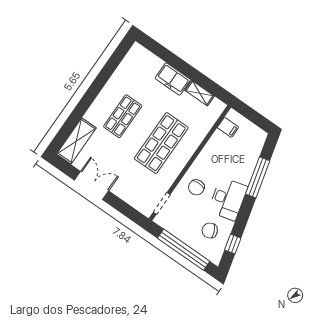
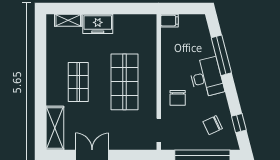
shelving: (200, 93) -> (68, 20), moved
filing cabinet: (228, 127) -> (169, 21), moved
desk: (228, 199) -> (206, 77), moved

